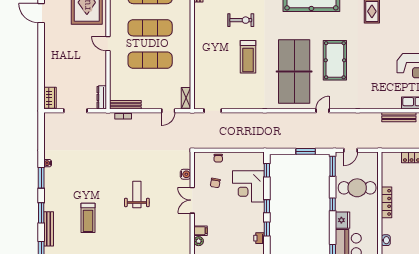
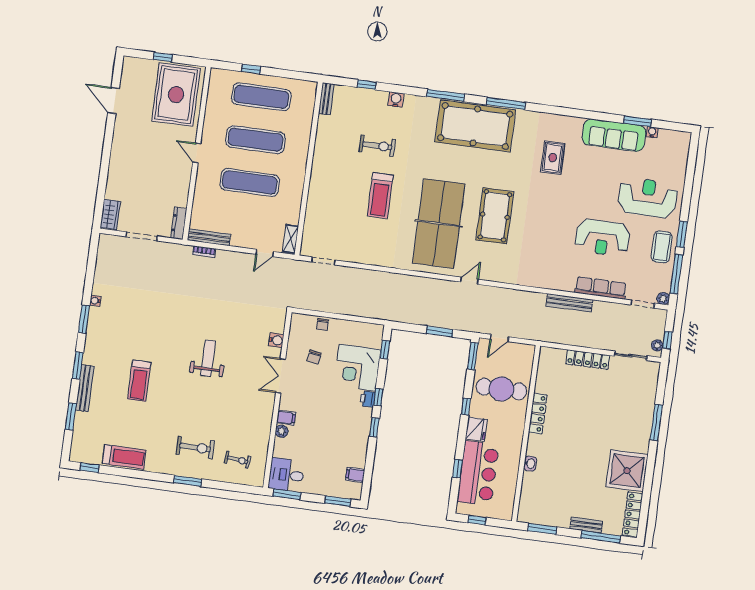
printer: (259, 238) -> (368, 399), moved

